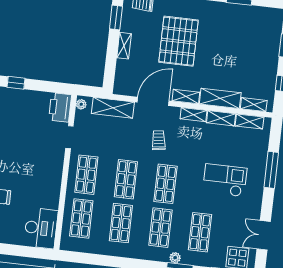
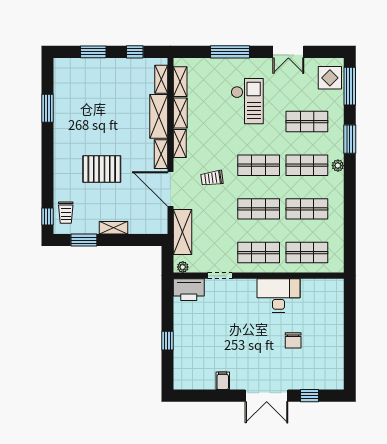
pallet: (179, 41) -> (102, 169), width x0.73, depth x0.71
checkout: (225, 180) -> (247, 101), turned 180
desk: (41, 228) -> (279, 295), moved
double door: (264, 235) -> (288, 52), moved
plant: (175, 258) -> (338, 166), moved

